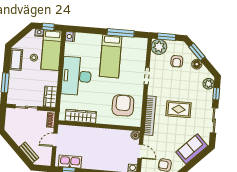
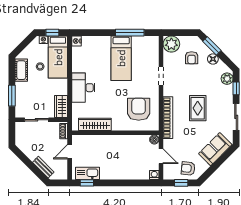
window: (166, 37) -> (178, 33), removed
desk: (77, 76) -> (83, 88), width x0.73, depth x0.77
rug: (179, 109) -> (198, 108), turned 90

